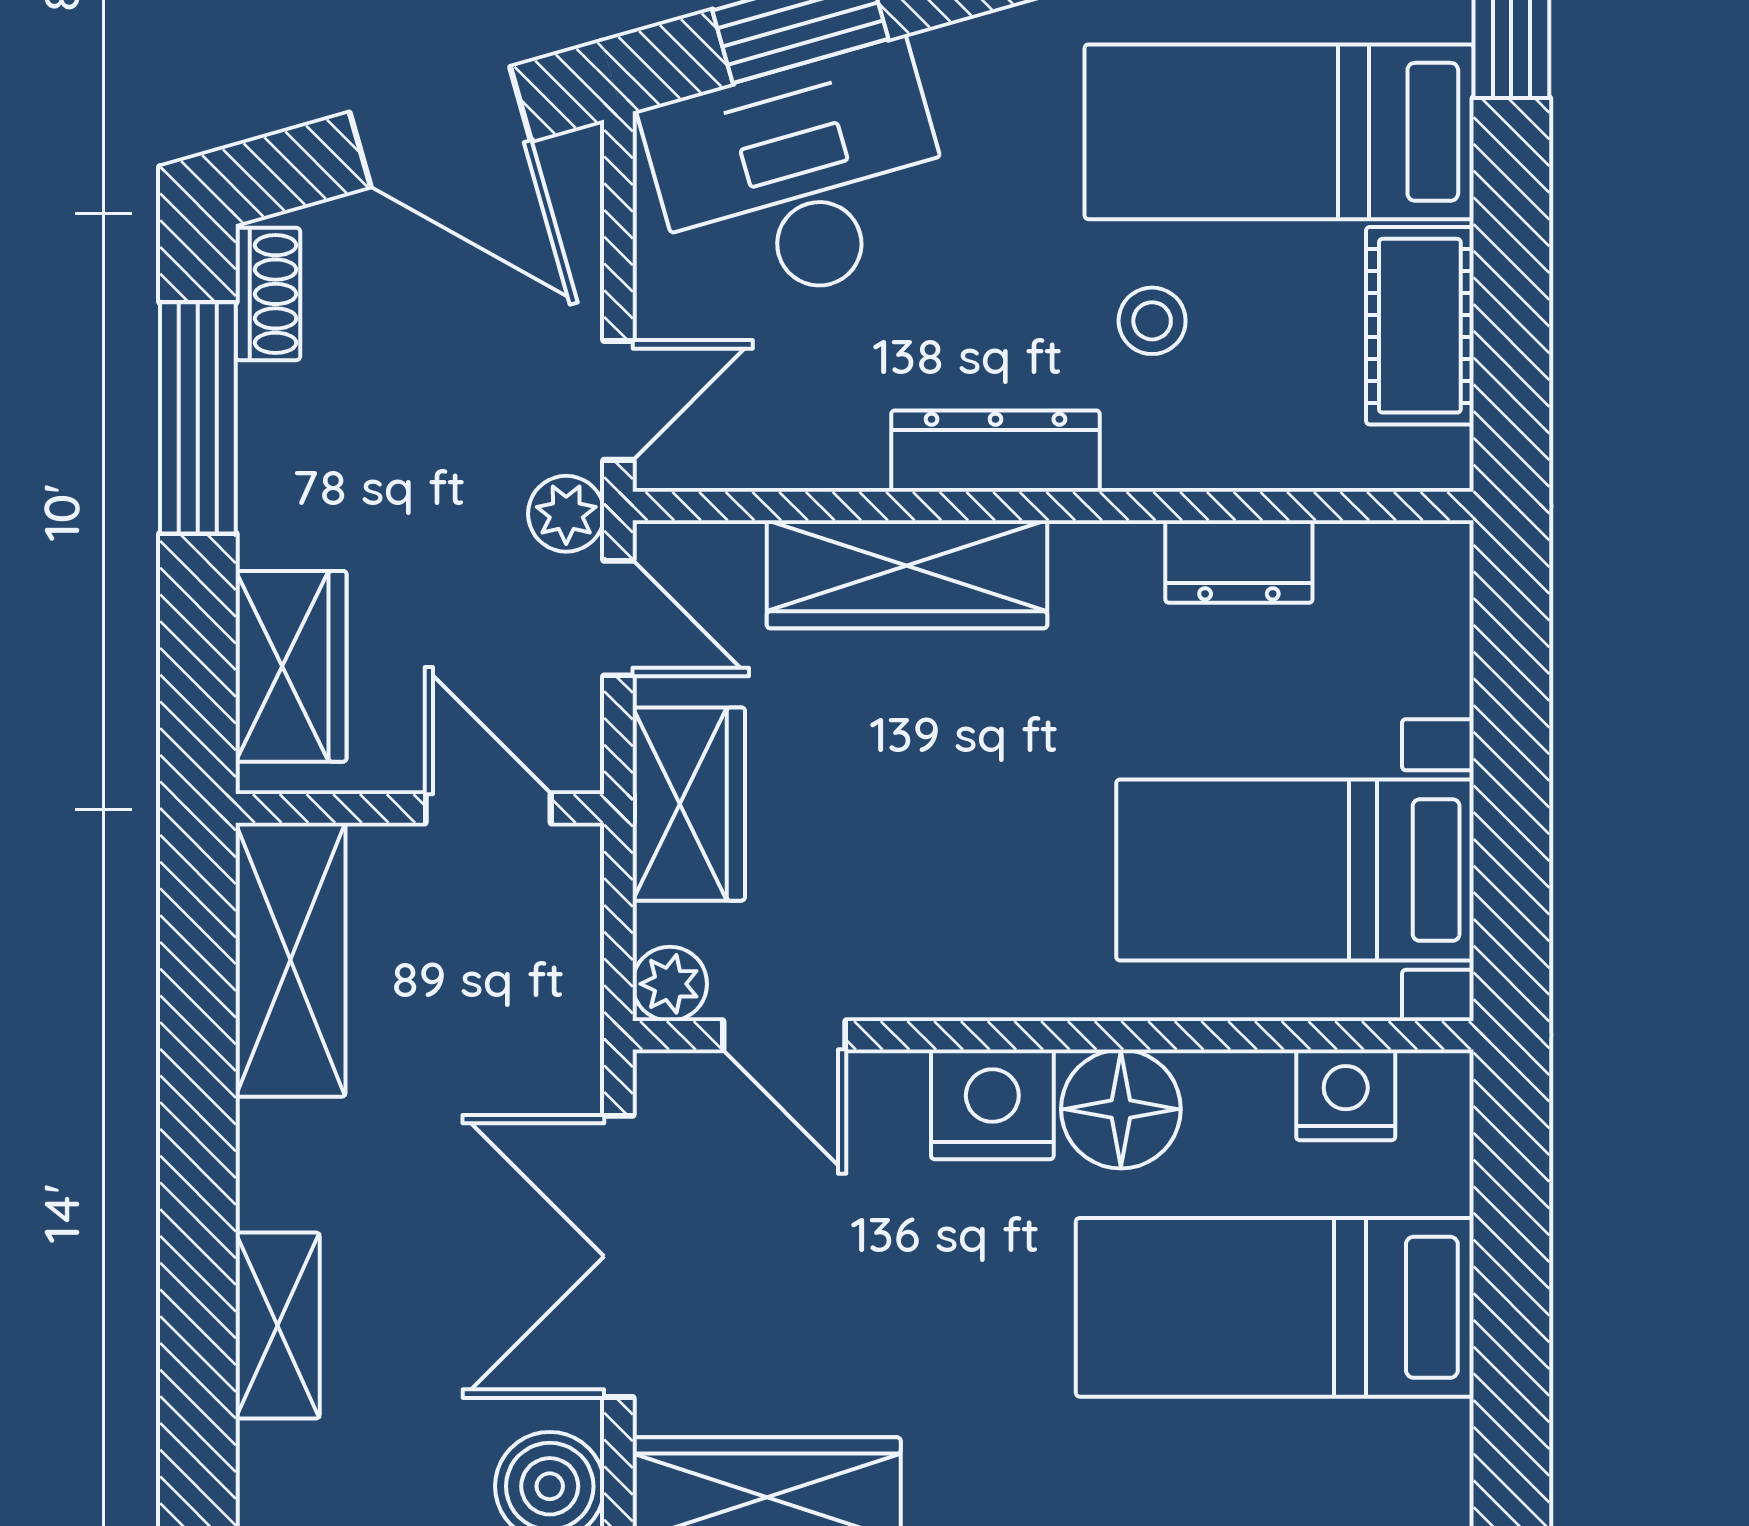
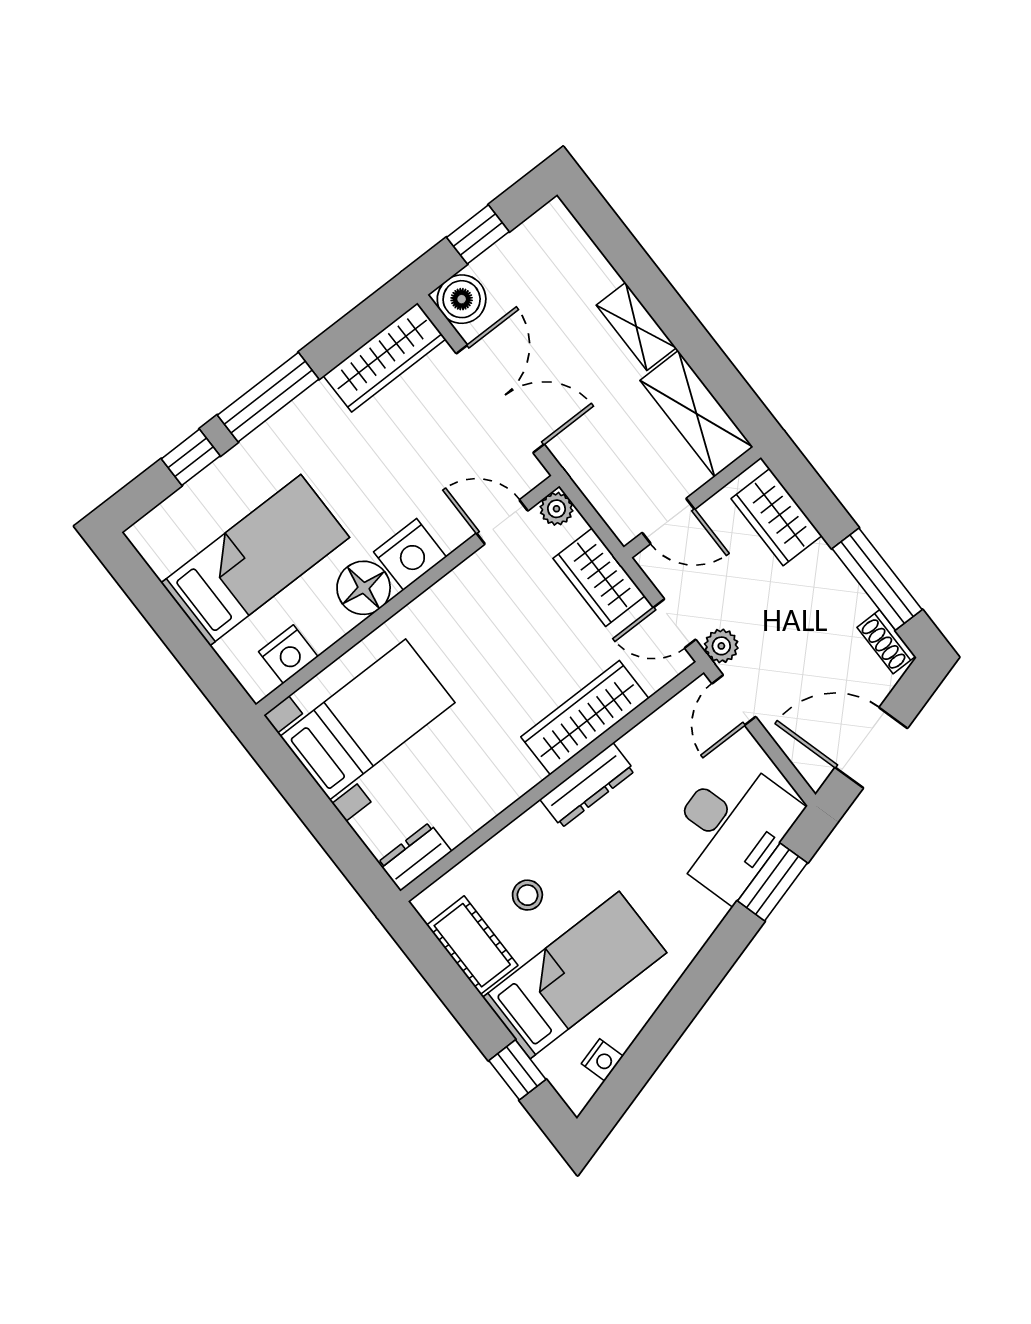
stool: (1152, 321) -> (527, 895), moved
dresser: (1239, 562) -> (415, 857), moved
shelving: (278, 1325) -> (636, 326), moved

